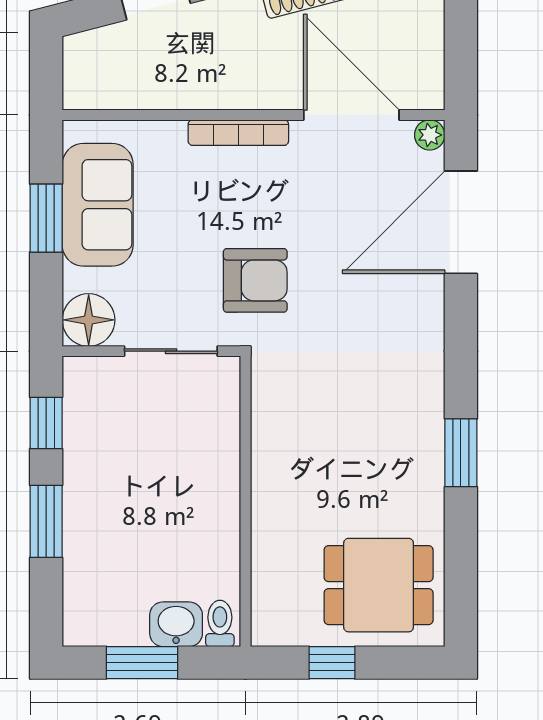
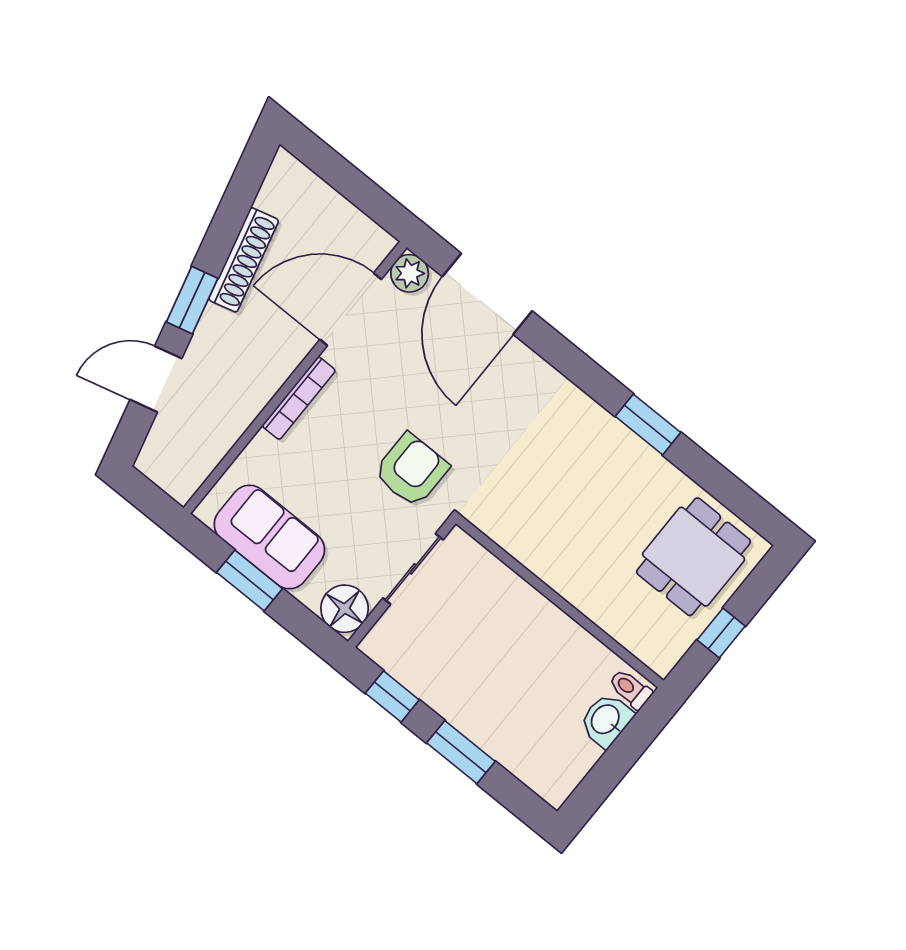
plant: (430, 135) -> (410, 273), width x1.38, depth x1.38
window: (142, 663) -> (614, 765), removed

